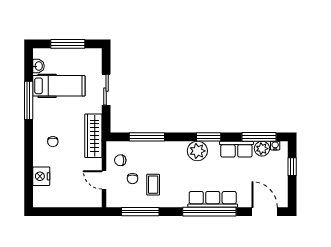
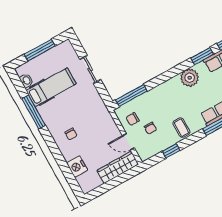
wardrobe: (93, 136) -> (118, 167), moved, turned 90
window: (147, 137) -> (131, 96), moved
window: (209, 137) -> (202, 56), moved
coffee table: (153, 185) -> (181, 128), moved
window: (140, 212) -> (171, 151), width x0.46

